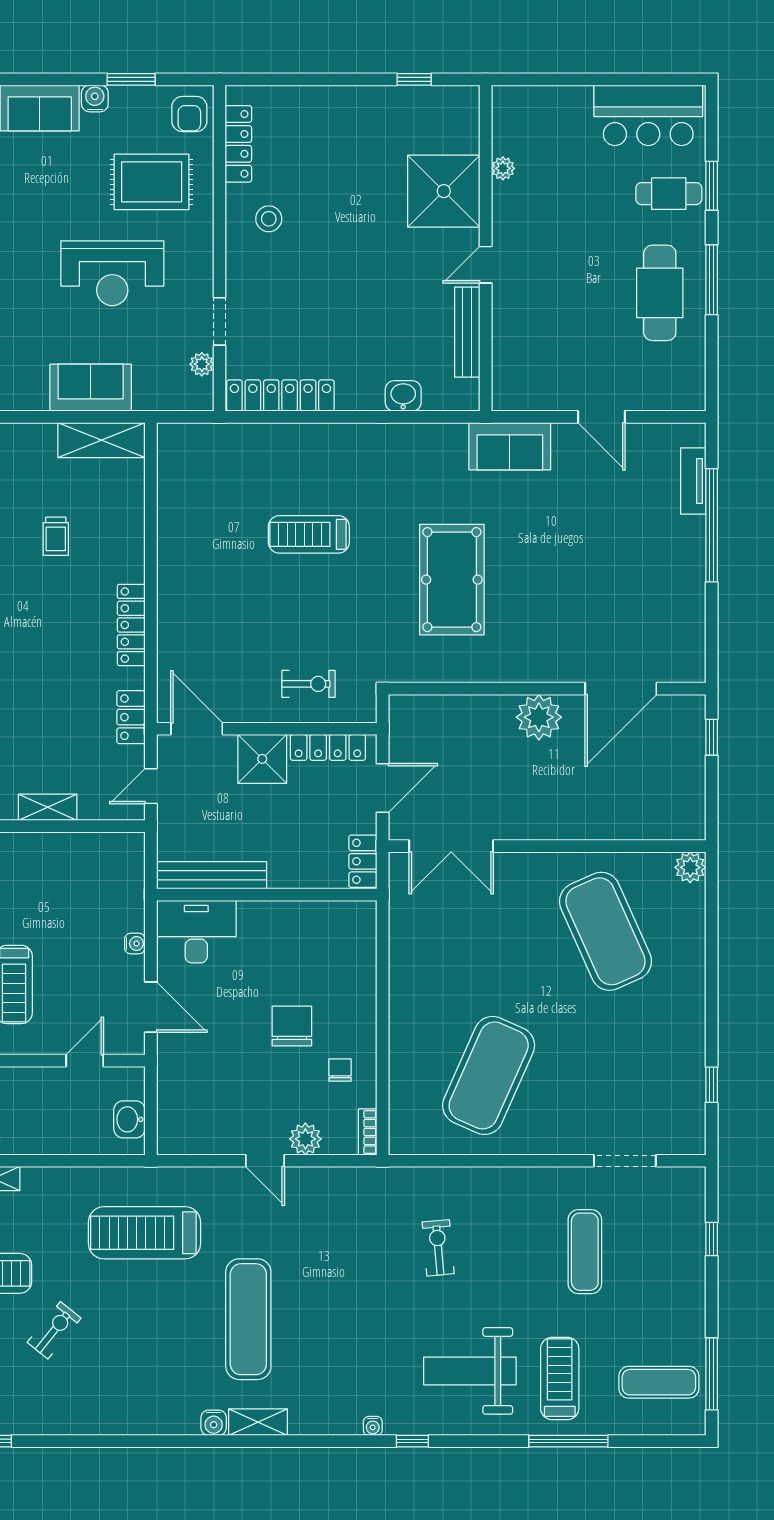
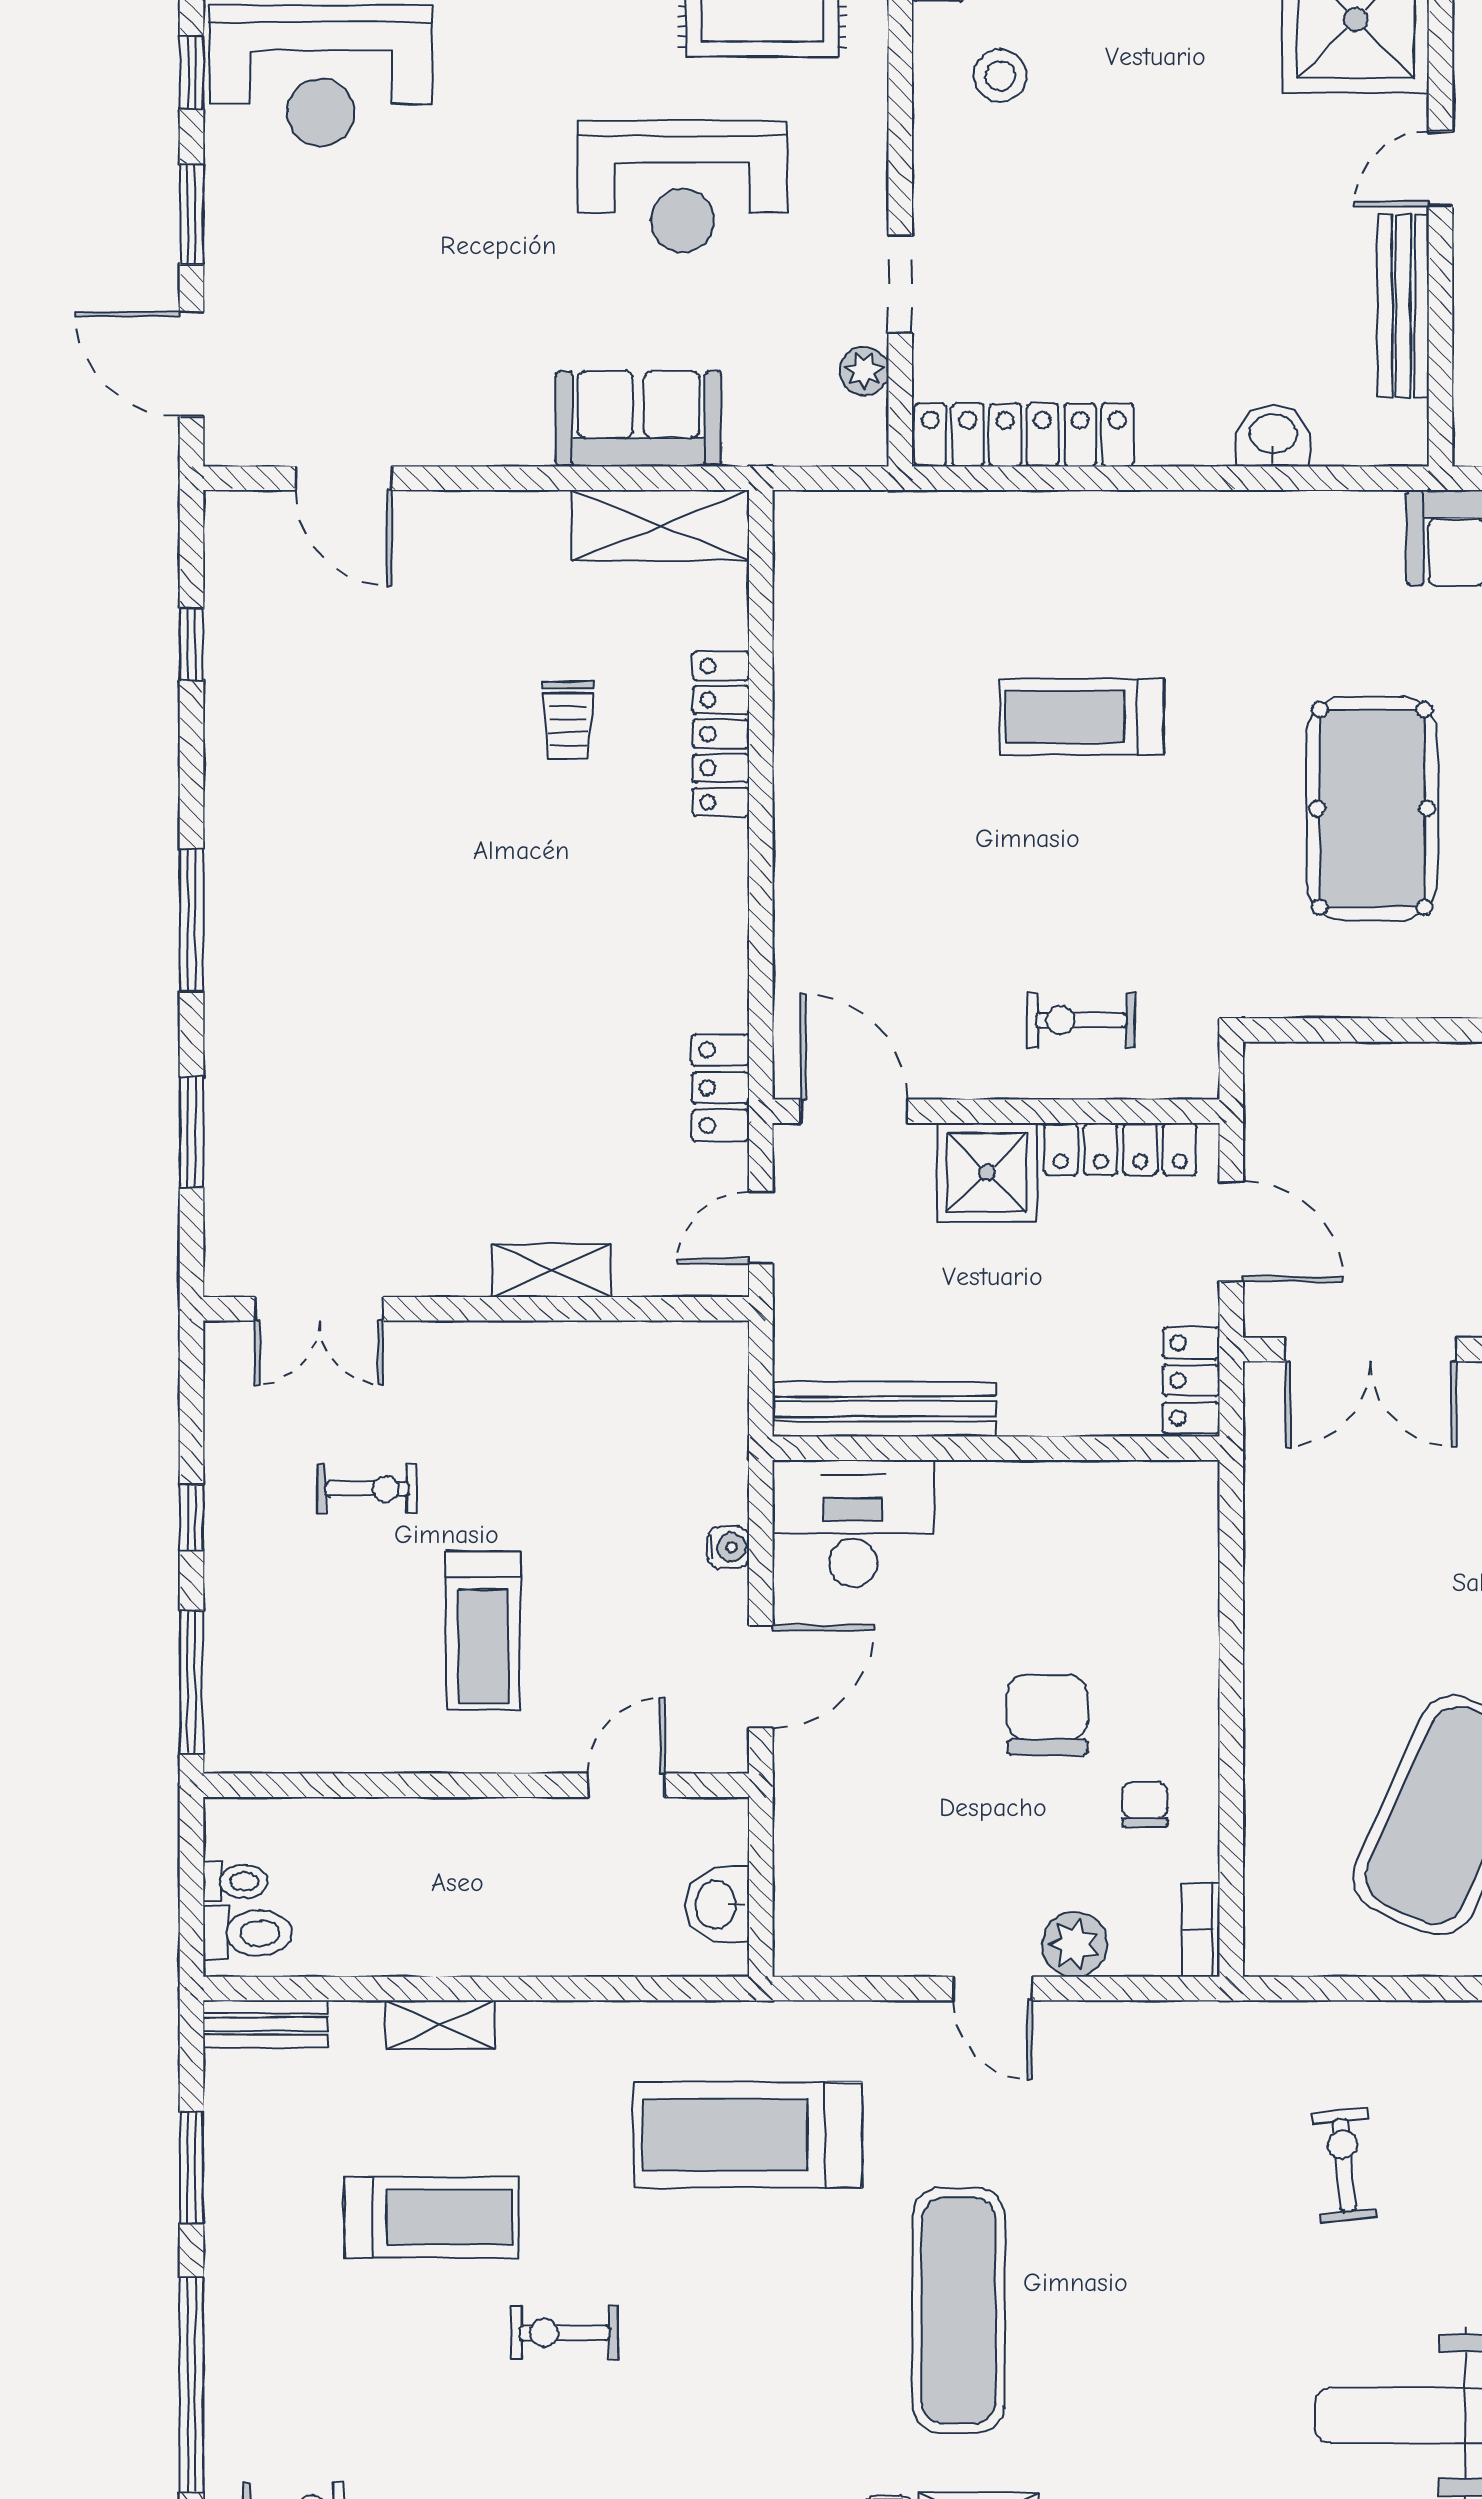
locker: (131, 625) -> (721, 734), moved
exercise bike: (309, 684) -> (1081, 1020), turned 180
door: (383, 788) -> (1231, 1232), hinge flipped
door: (151, 1007) -> (761, 1677), hinge flipped
exercise bike: (54, 1330) -> (564, 2333), turned -129

